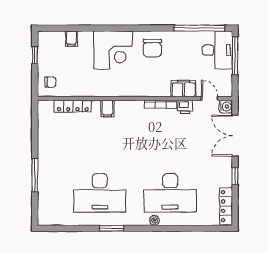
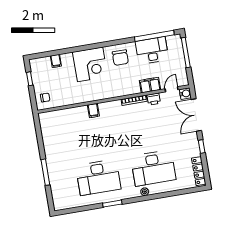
desk: (217, 50) -> (152, 50), moved, turned -90
door: (210, 98) -> (172, 89), hinge flipped
locker: (73, 106) -> (66, 113), removed

